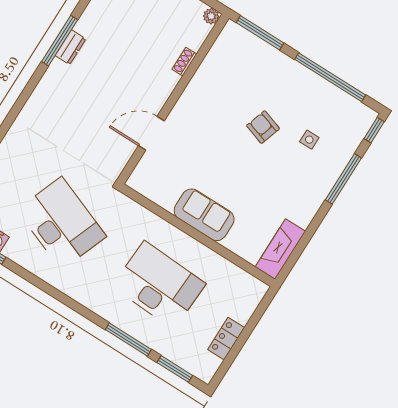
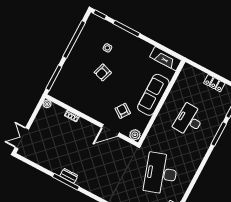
door: (151, 133) -> (110, 130), hinge flipped
armchair: (187, 160) -> (123, 111), added
plant: (139, 179) -> (135, 135), added
sofa: (204, 215) -> (153, 95), width x1.36
desk: (61, 223) -> (161, 173), turned -39
desk: (159, 285) -> (189, 120), width x0.73, depth x0.77

